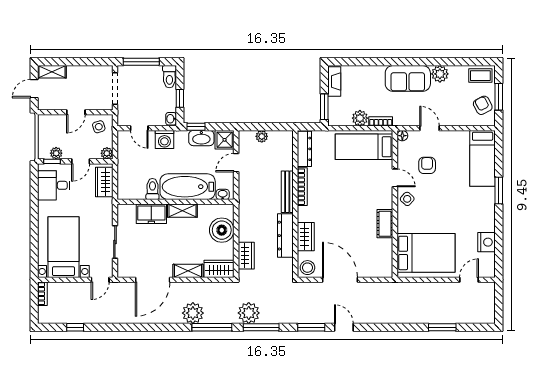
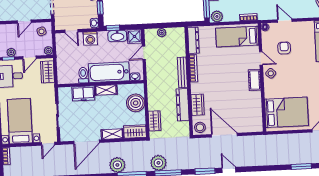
plant: (360, 118) -> (217, 16), moved
cot: (385, 224) -> (255, 80), moved

